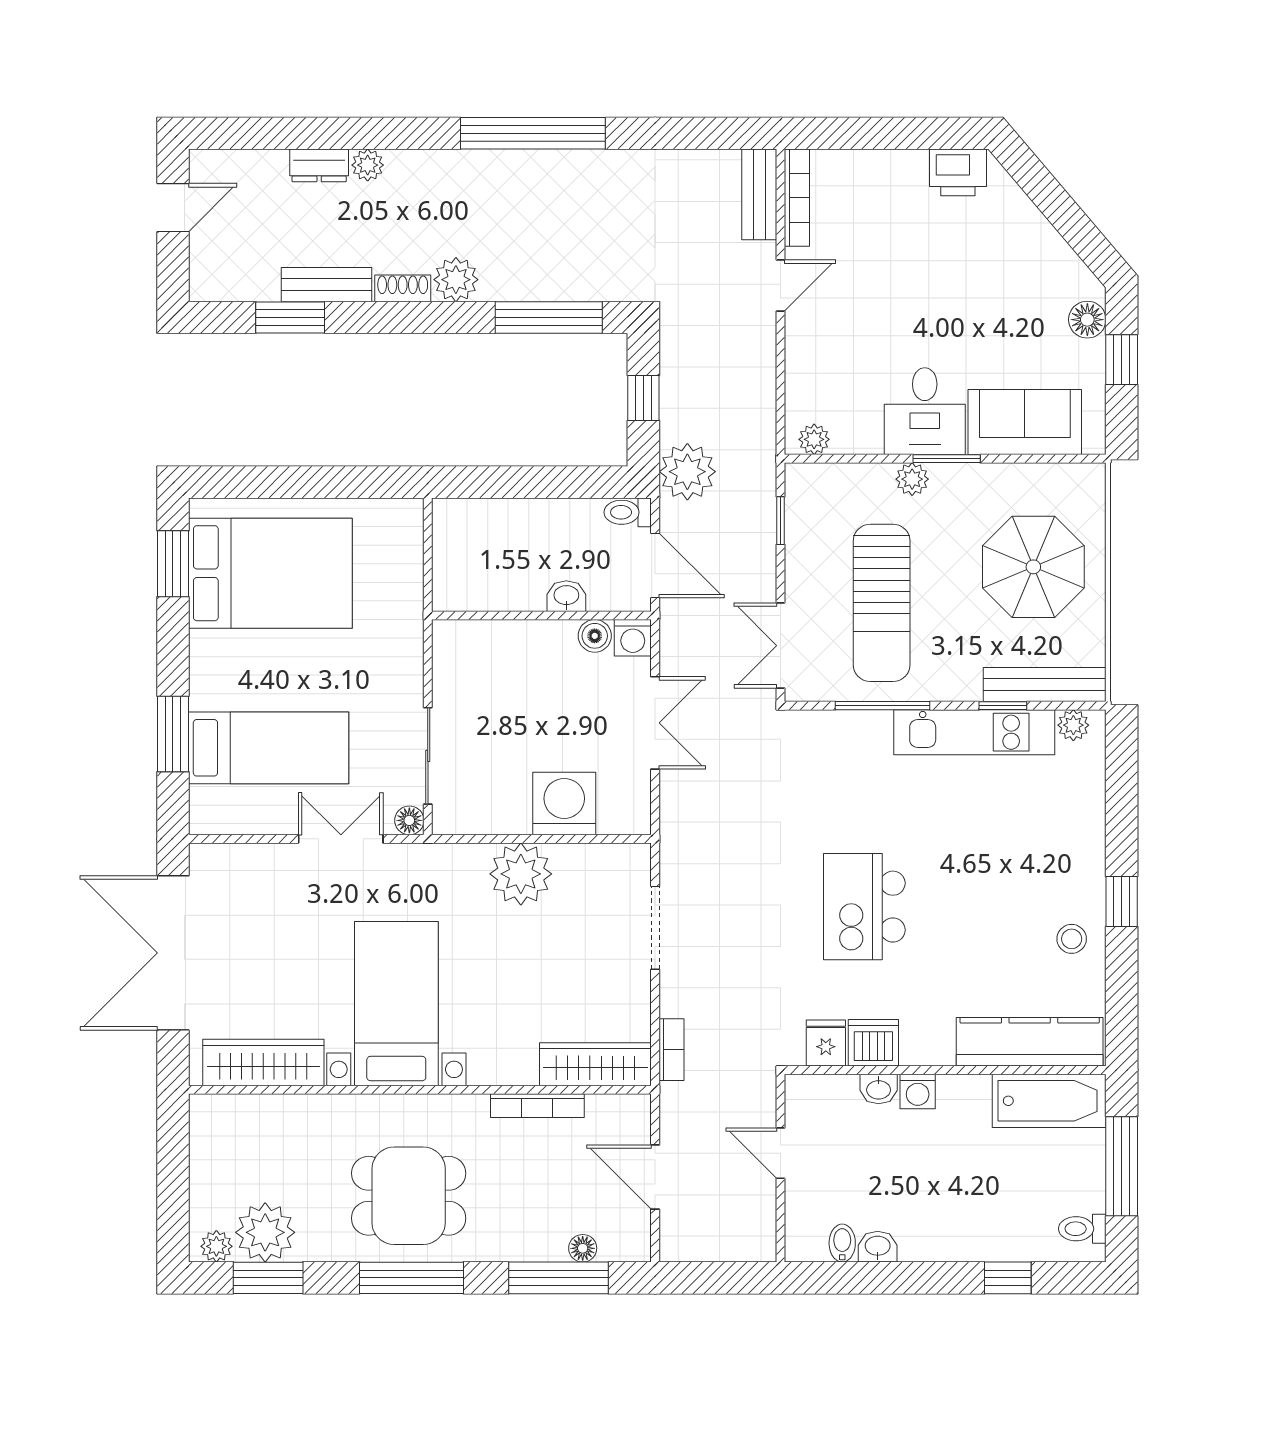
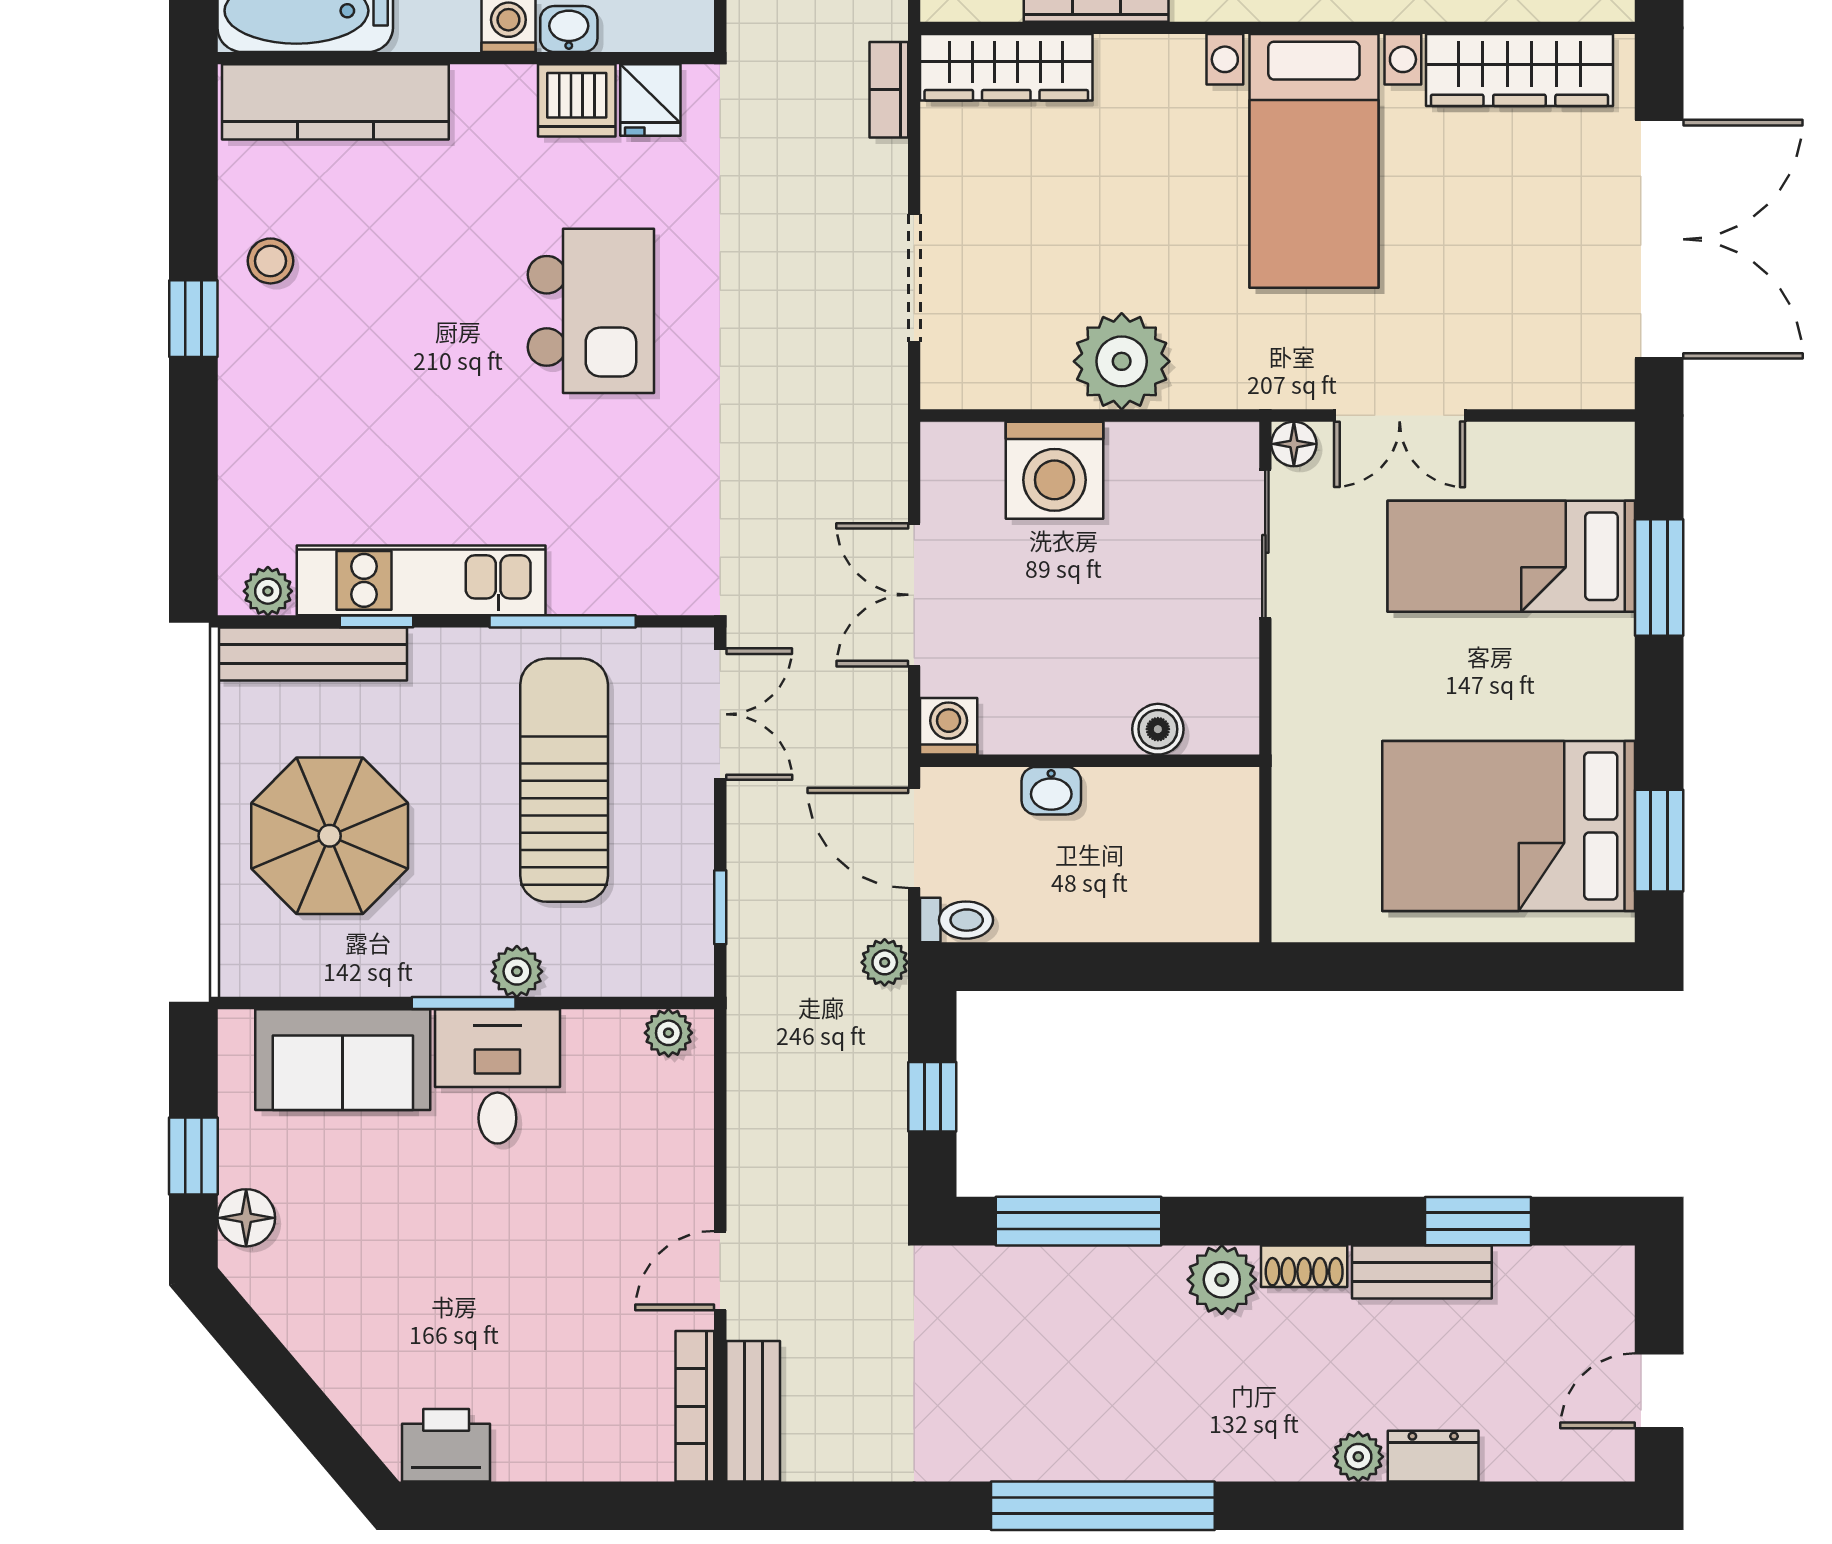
plant: (687, 472) -> (885, 962), width x0.53, depth x0.53
boiler: (595, 636) -> (1158, 729), moved

